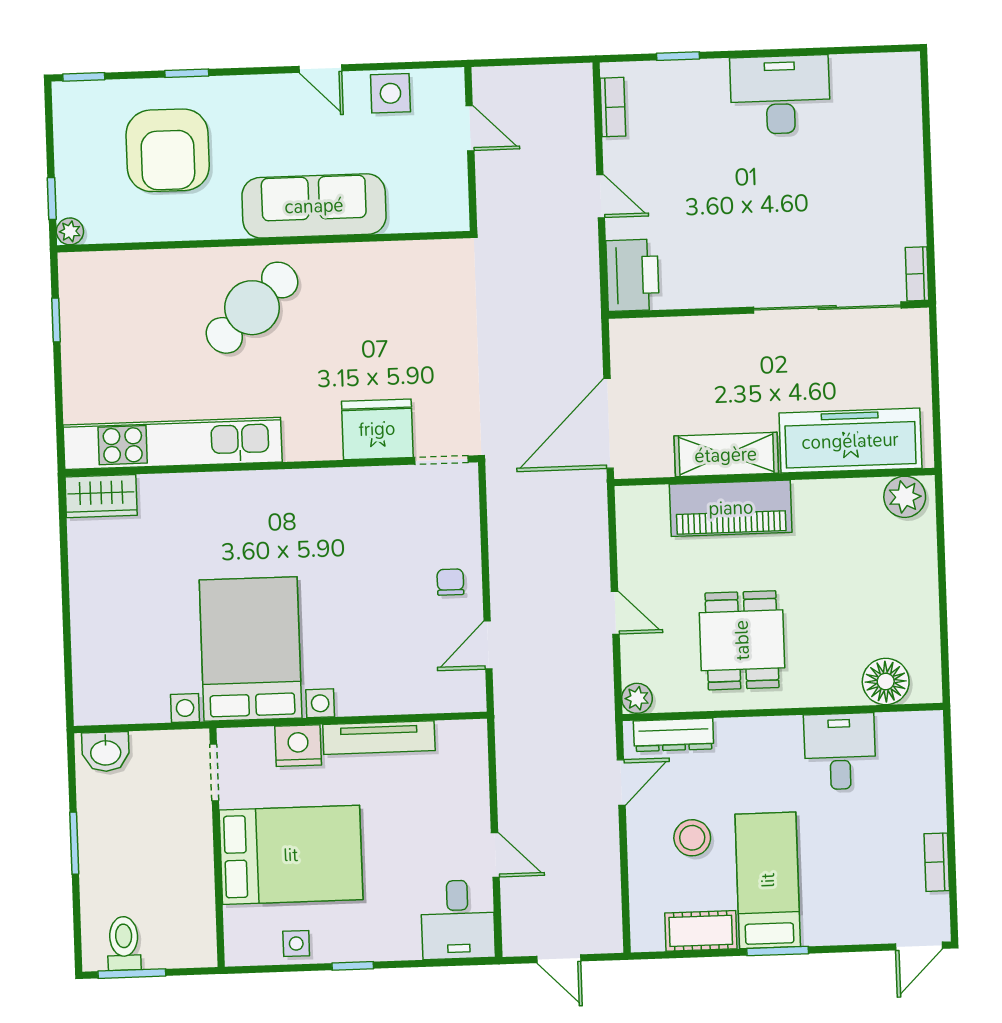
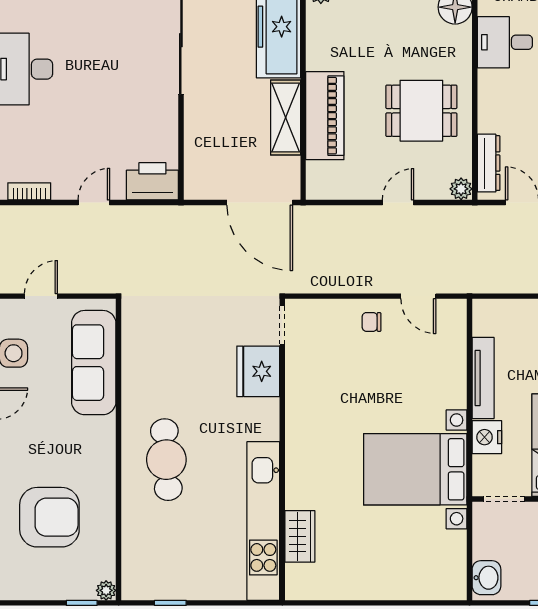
sofa: (314, 206) -> (94, 363), moved
cafe table: (252, 308) -> (166, 460), turned 39
wardrobe: (101, 496) -> (300, 536), moved

